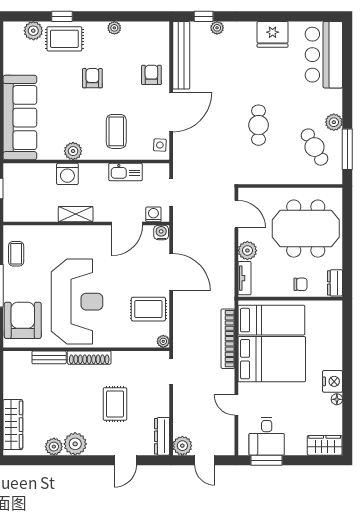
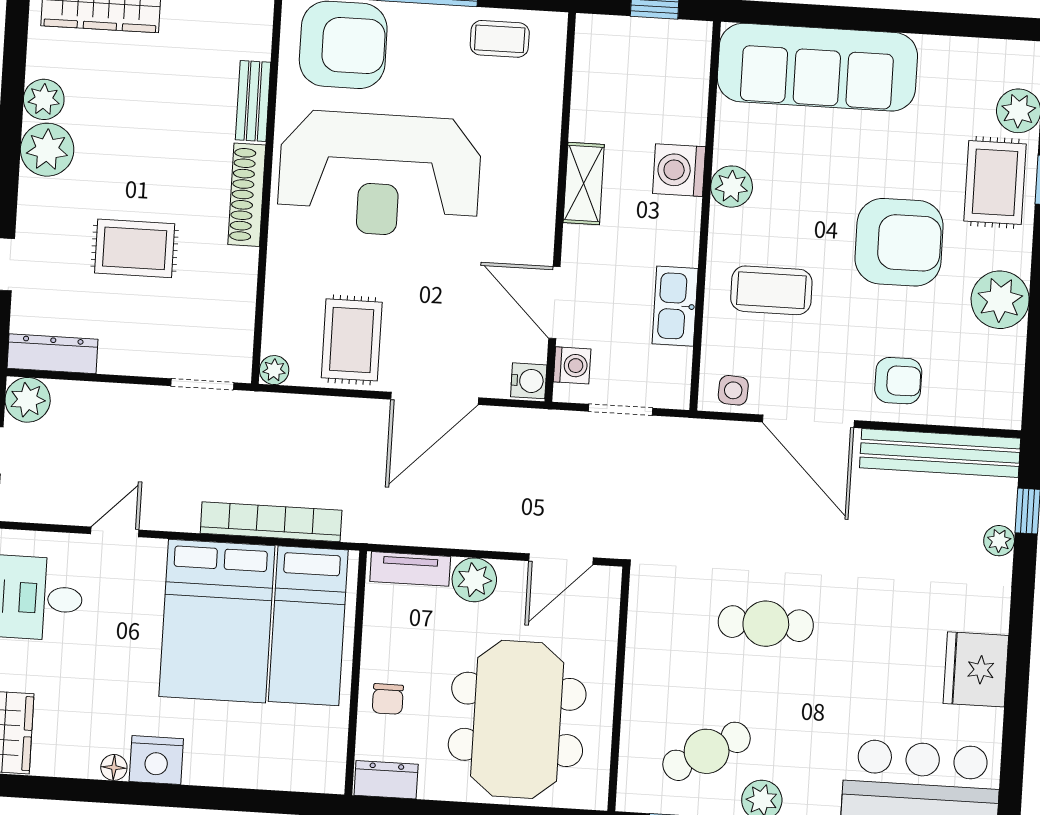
plant: (114, 28) -> (1000, 300), width x1.88, depth x1.88
armchair: (92, 78) -> (899, 242), width x1.88, depth x1.88

